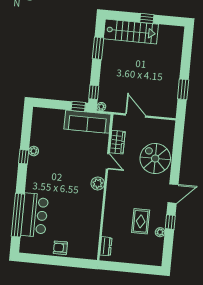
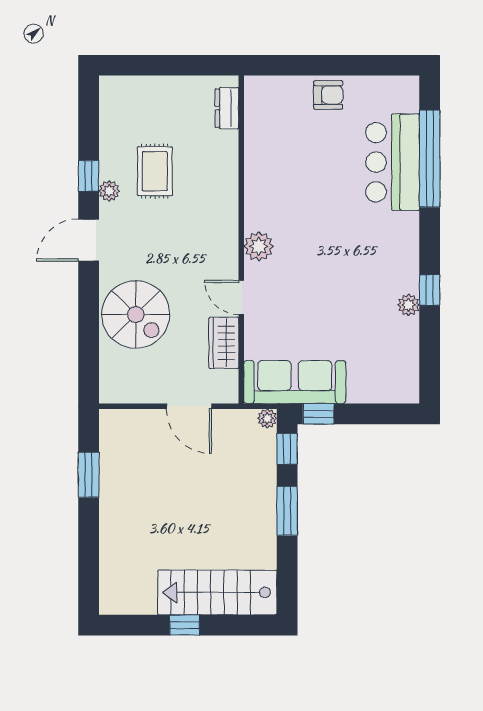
window: (98, 48) -> (287, 511), moved
plant: (160, 232) -> (109, 191), moved

